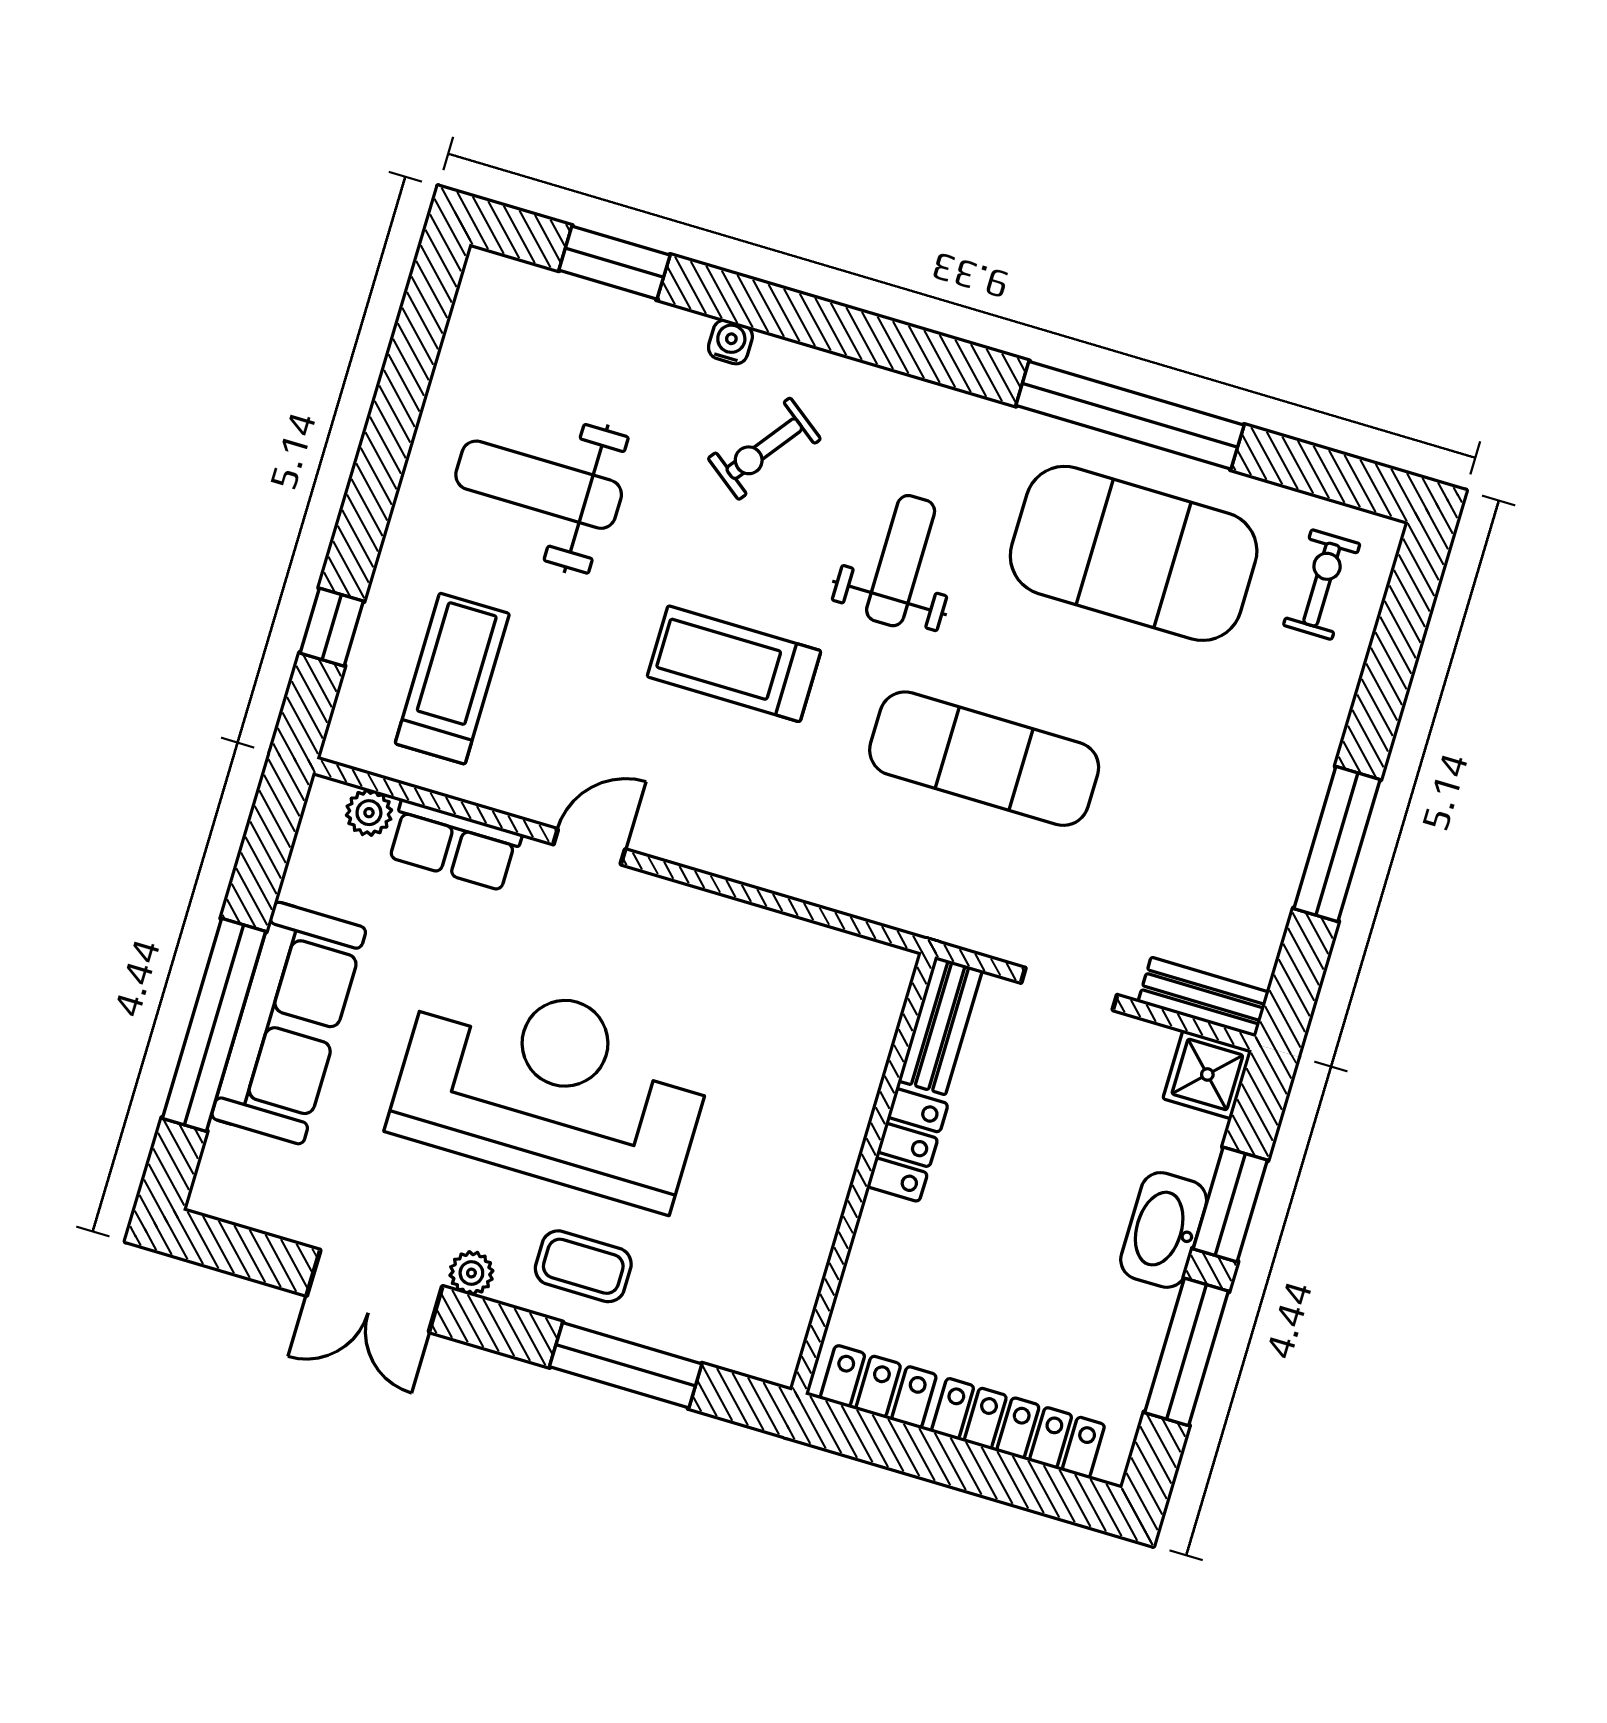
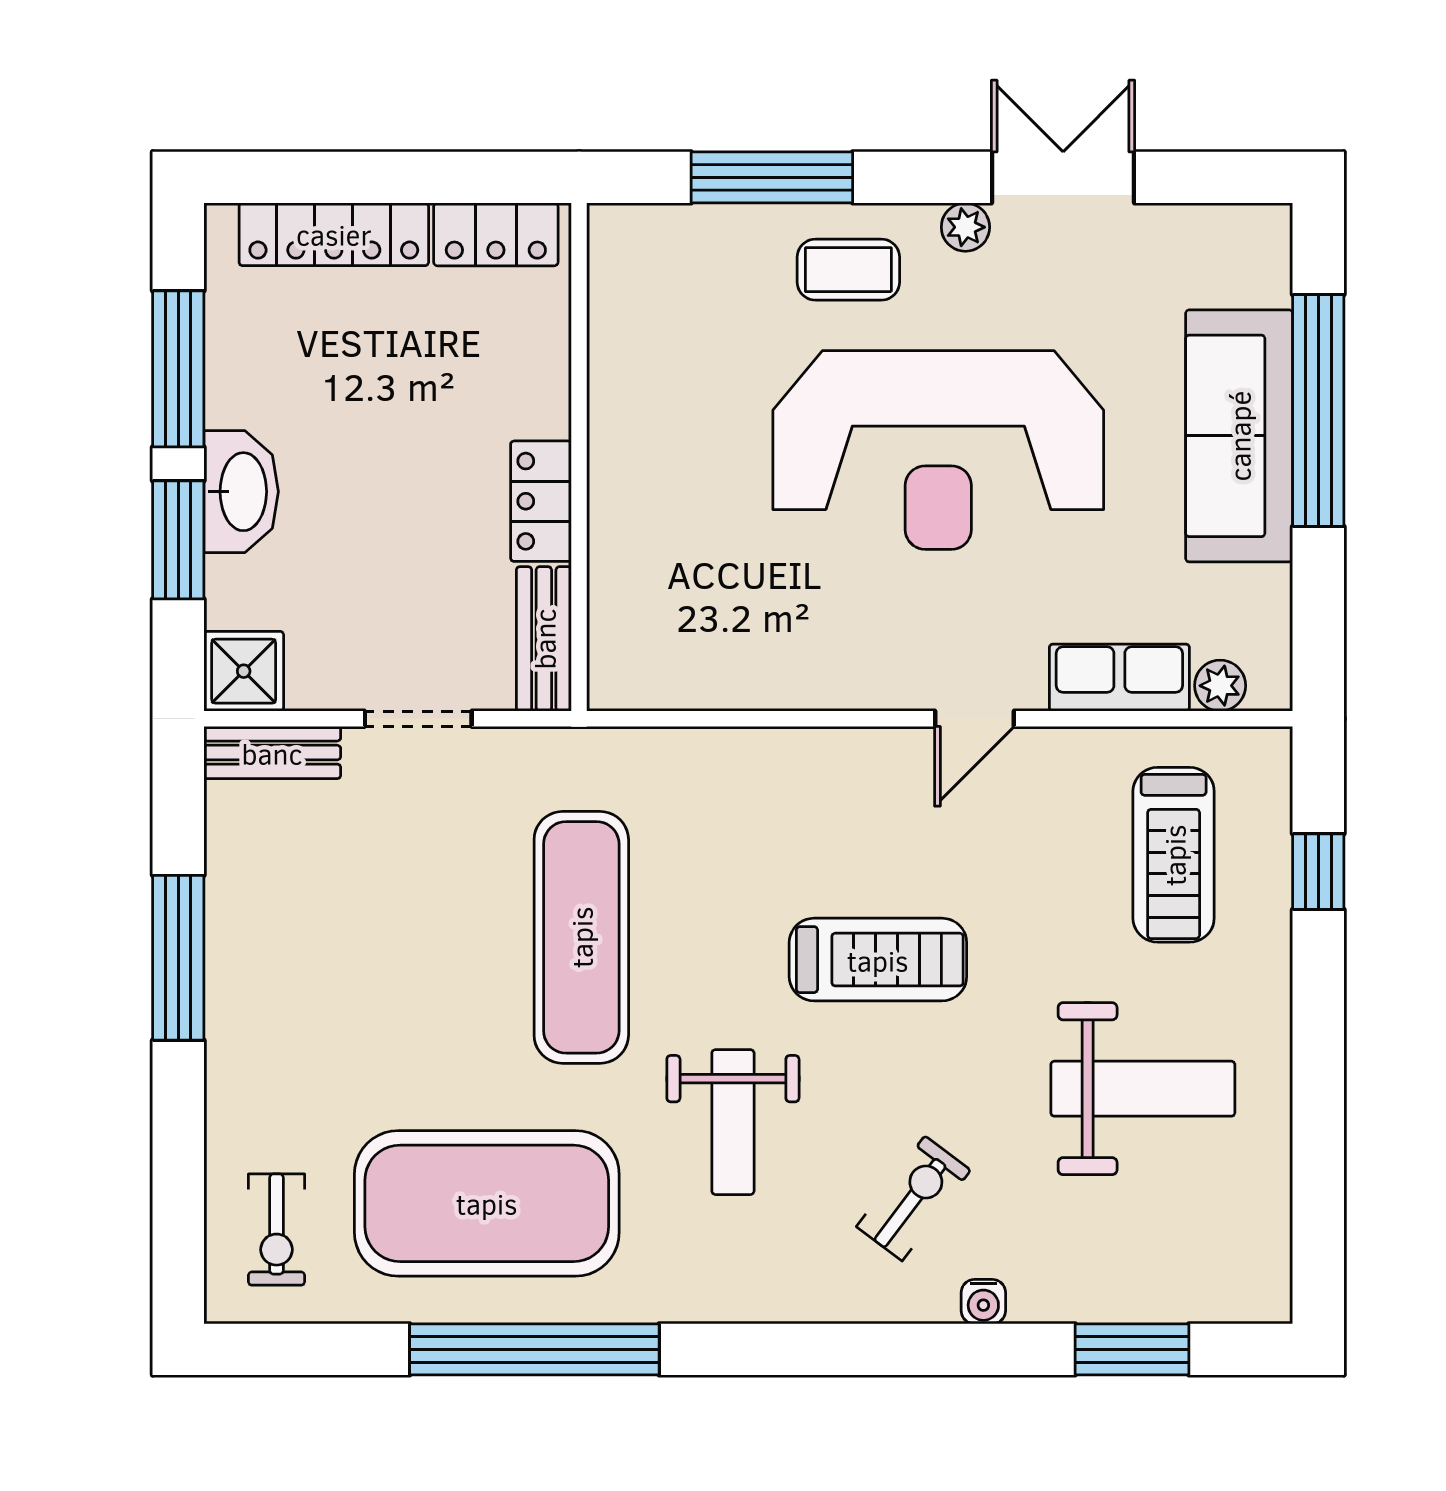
exercise mat: (984, 759) -> (581, 937), turned 90

